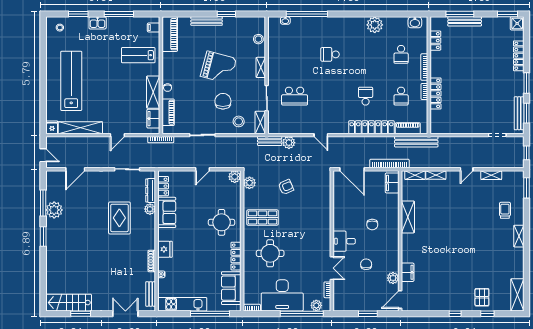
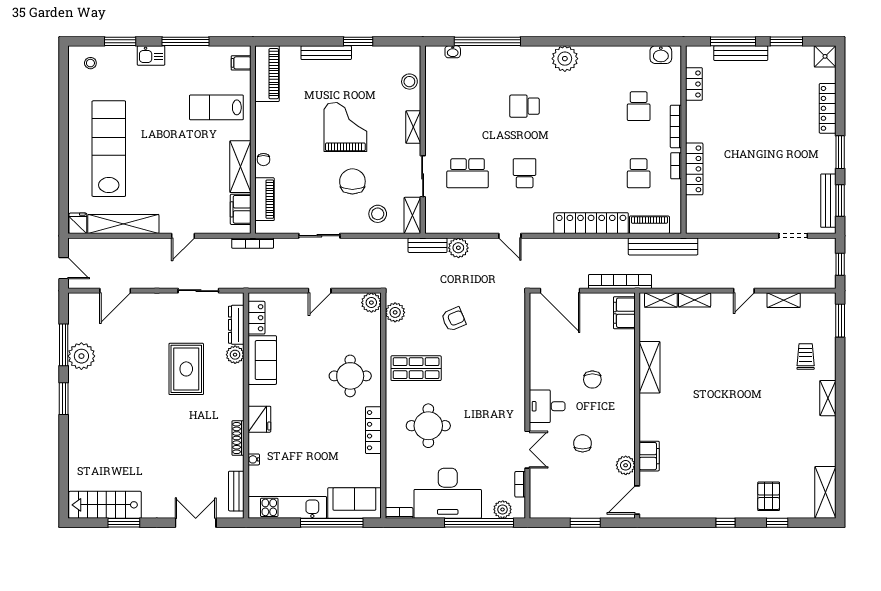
window: (508, 14) -> (786, 41), moved
plant: (375, 25) -> (565, 59), moved
grand piano: (219, 67) -> (345, 127), turned -105
school desk: (366, 96) -> (525, 173), moved
sofa: (231, 288) -> (354, 503), moved, turned 90

